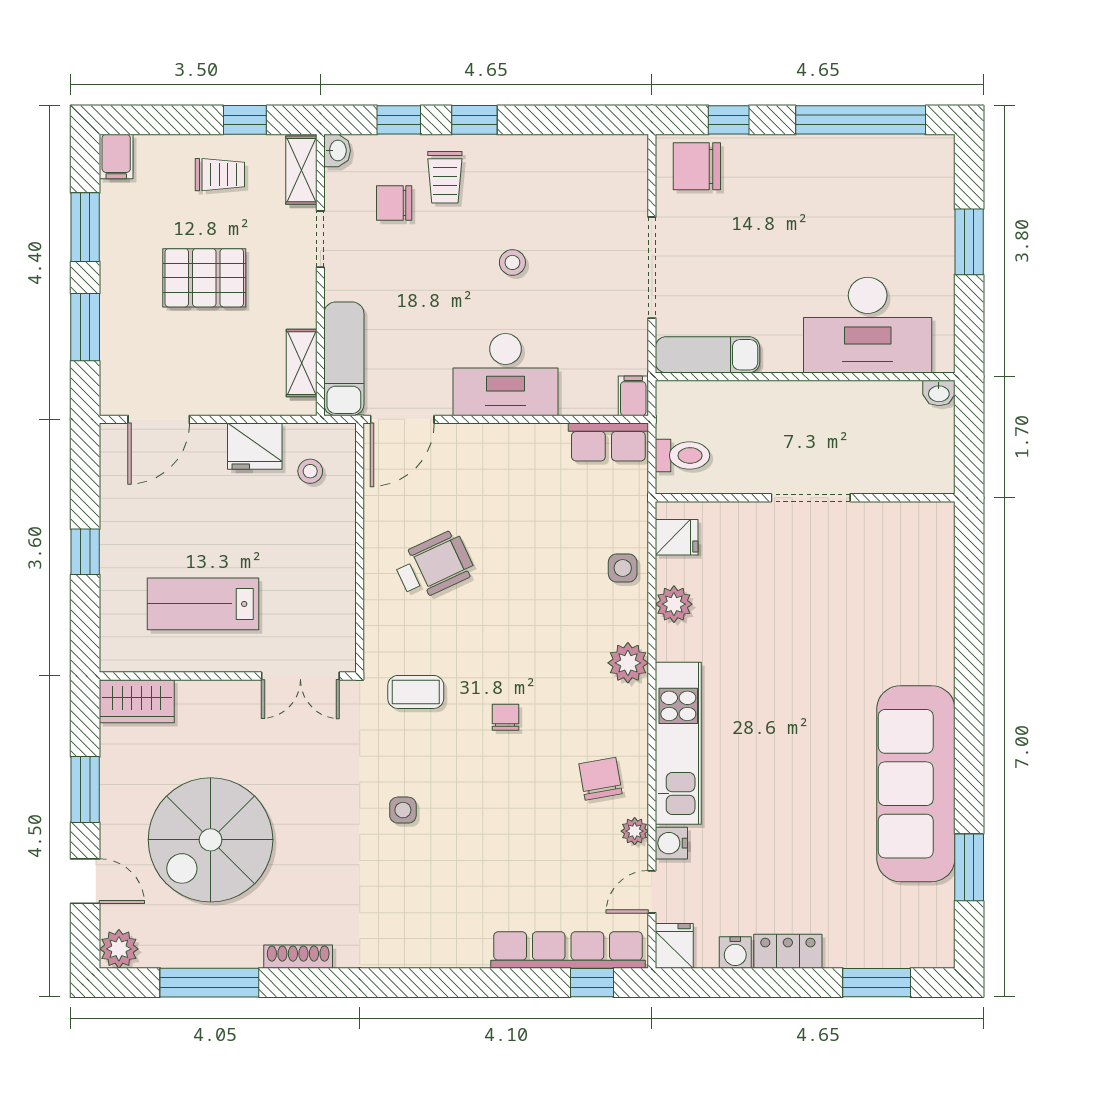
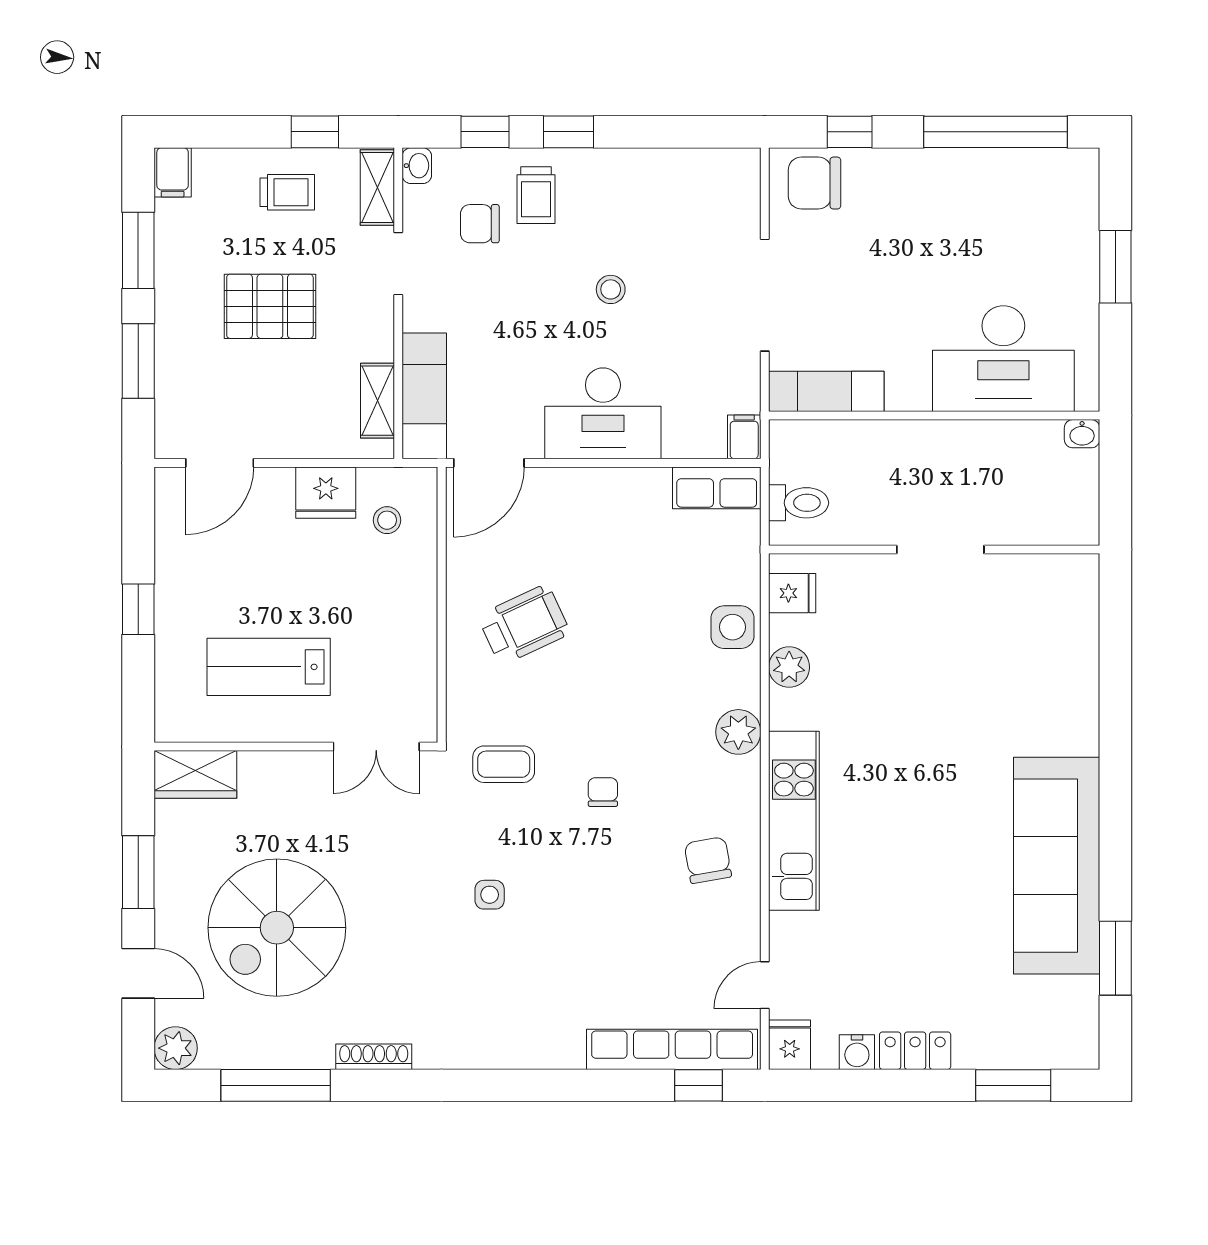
side table: (623, 568) -> (733, 627), width x1.37, depth x1.37
plant: (635, 831) -> (746, 918), removed
water cooler: (671, 843) -> (786, 931), removed

